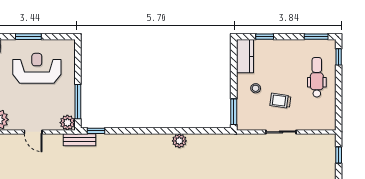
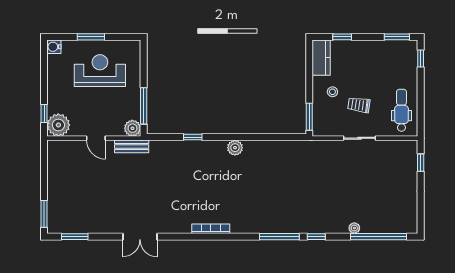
dental chair: (317, 77) -> (401, 110), moved
window: (96, 131) -> (193, 137), moved
bench: (79, 140) -> (132, 146), moved
plant: (179, 141) -> (235, 148), moved

